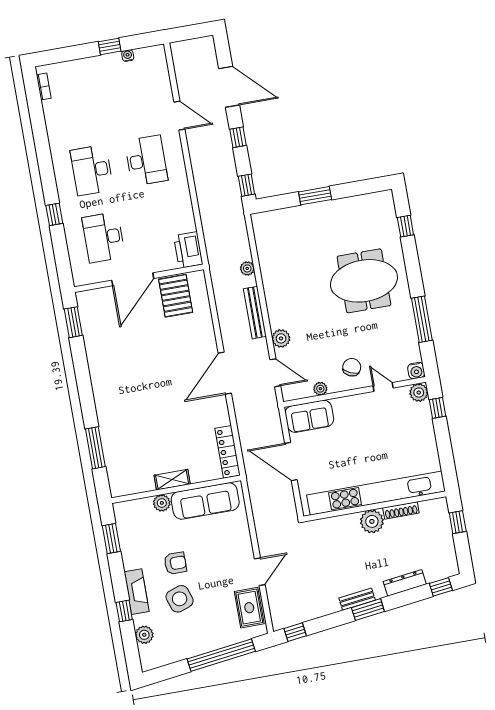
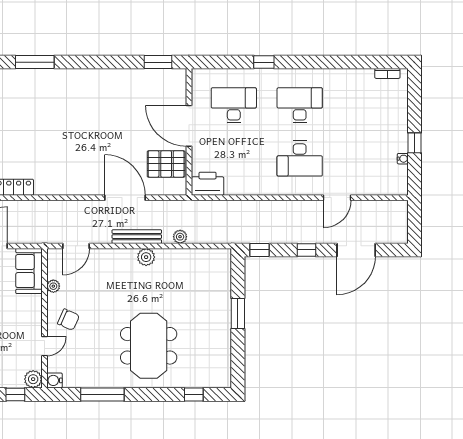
plant: (281, 338) -> (146, 257), moved
door: (225, 373) -> (125, 198), moved

